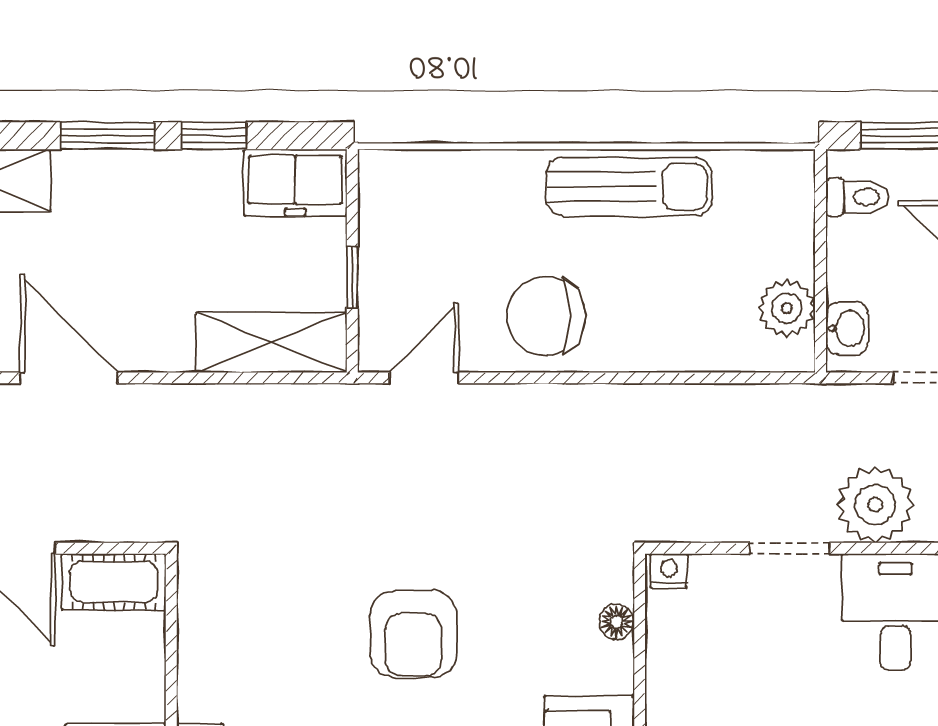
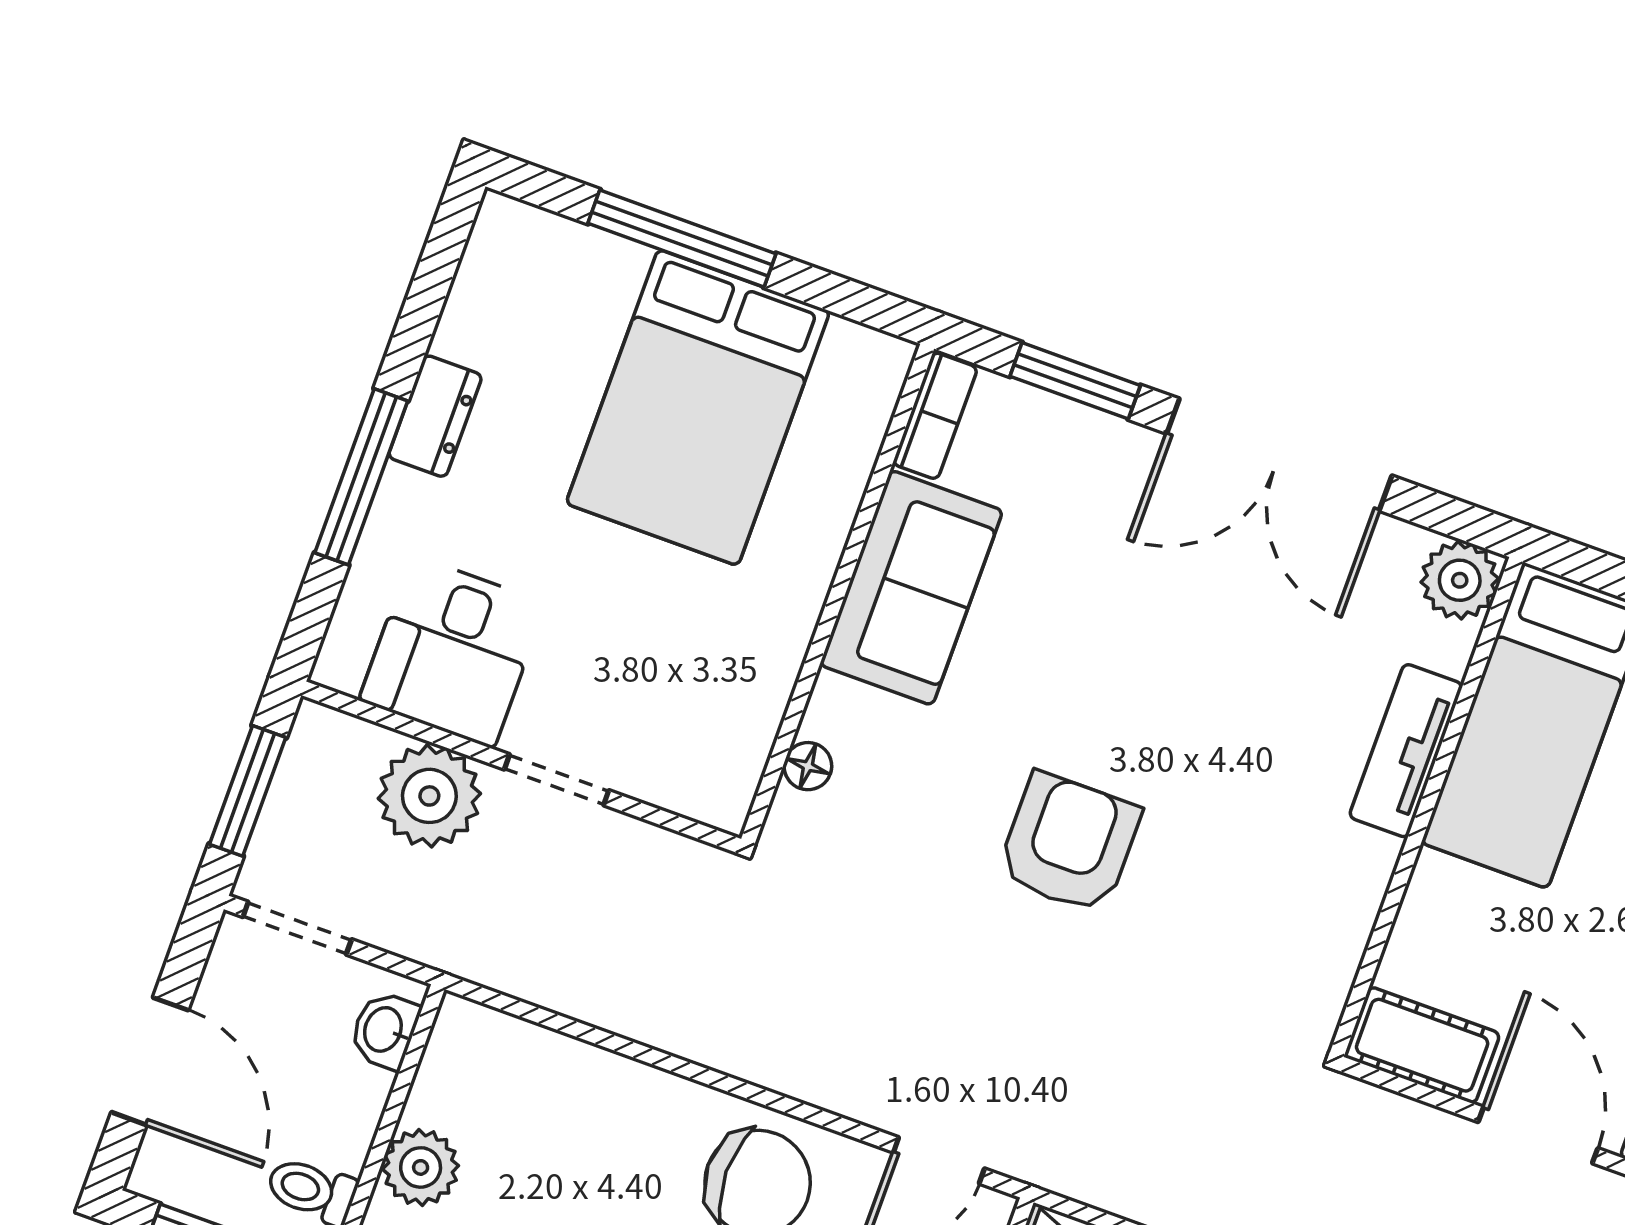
plant: (787, 308) -> (421, 1167), moved
nightstand: (669, 571) -> (719, 806), removed

